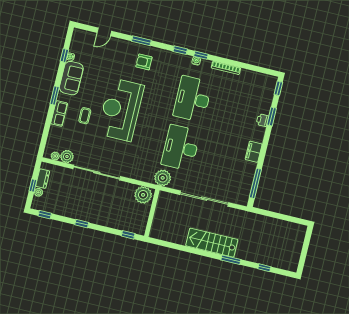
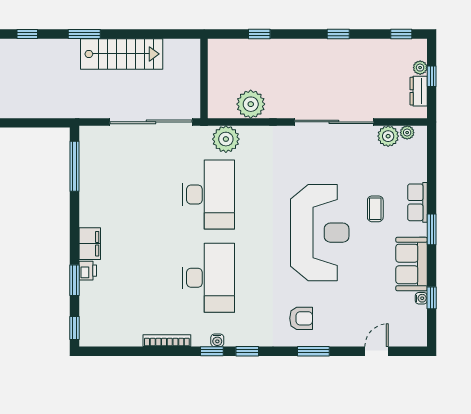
filing cabinet: (254, 152) -> (90, 244), moved
wall: (152, 213) -> (204, 78), moved

